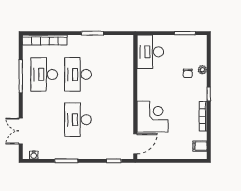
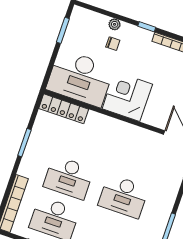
desk: (150, 52) -> (80, 78), width x1.36, depth x1.30
locker: (127, 53) -> (64, 109), added
corner desk: (153, 117) -> (127, 96), moved

